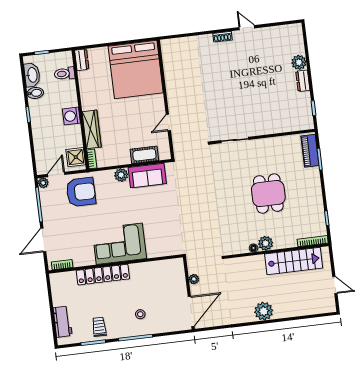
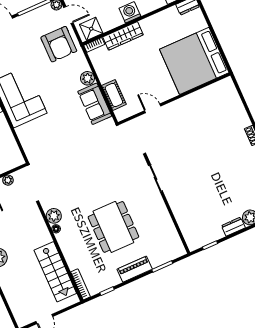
piano: (310, 151) -> (135, 269), moved
dining table: (268, 194) -> (113, 227), width x1.38
plant: (266, 243) -> (54, 216), moved

